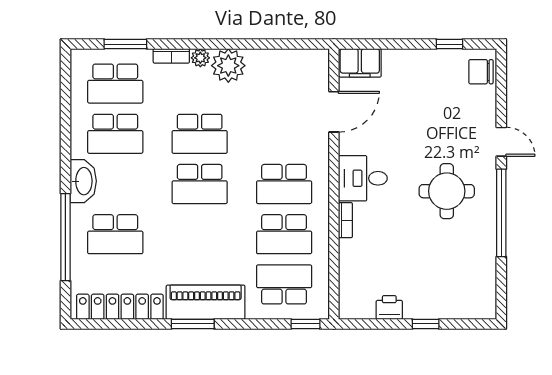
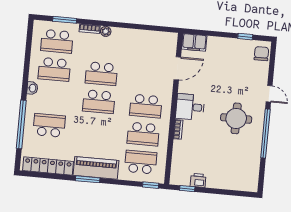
plant: (228, 66) -> (121, 37), removed
chair: (481, 72) -> (261, 54), turned 90
washbasin: (83, 181) -> (32, 88), width x0.52, depth x0.69
school desk: (115, 234) -> (49, 125), turned 180
window: (426, 324) -> (187, 189), moved

